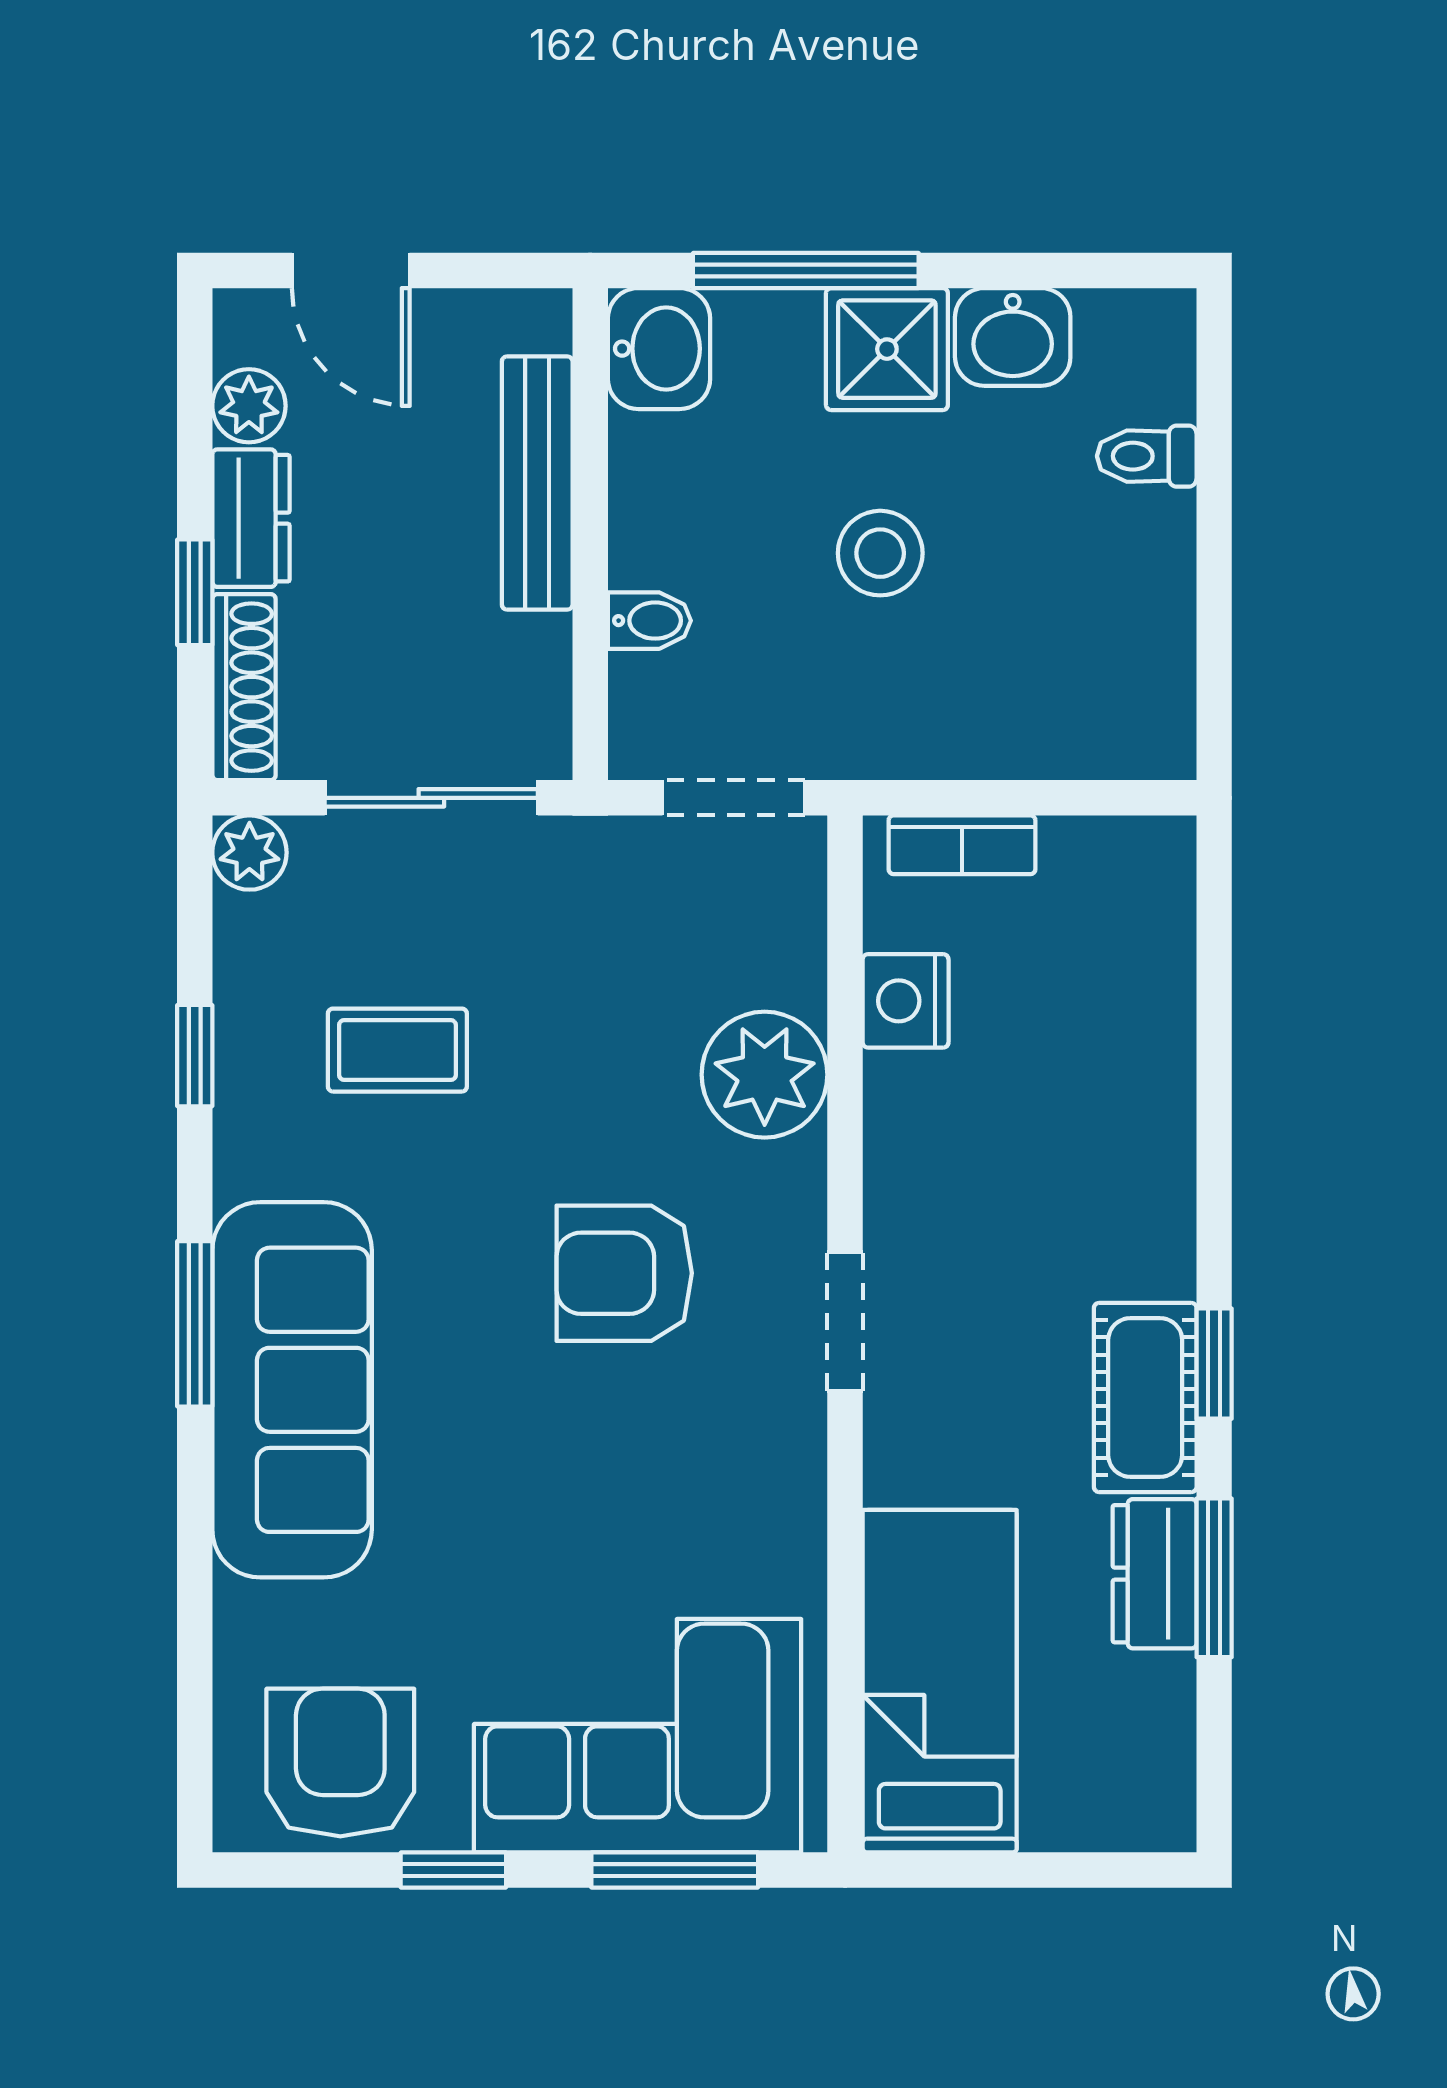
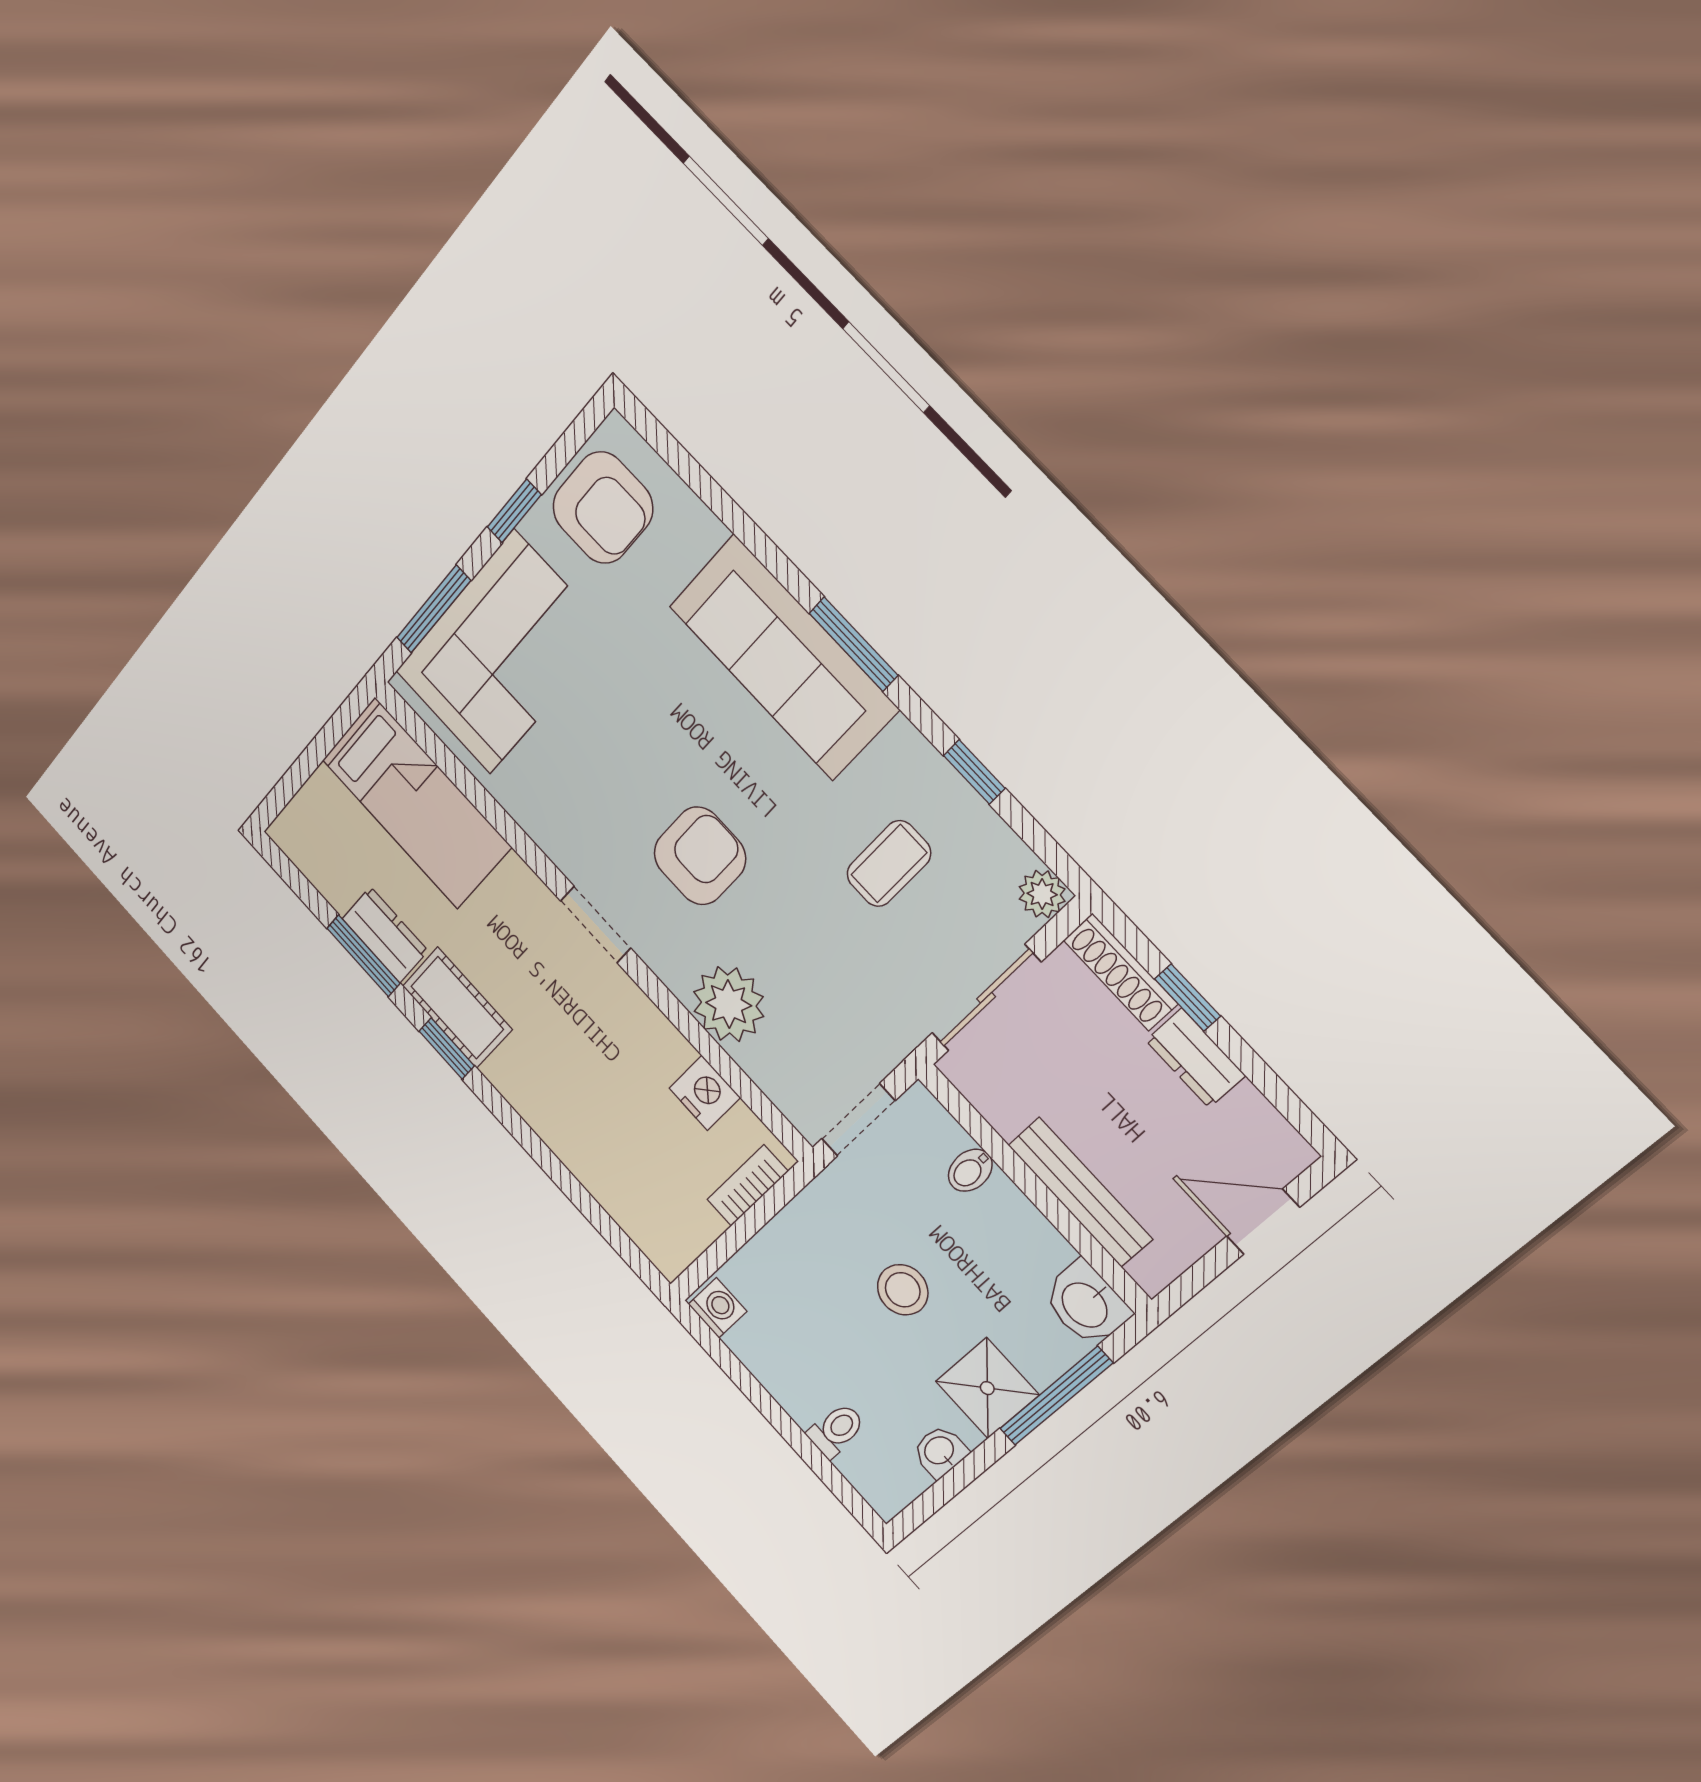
washbasin: (1013, 337) -> (940, 1451), width x0.72, depth x0.69
plant: (249, 406) -> (1249, 1113), removed
washing machine: (1159, 734) -> (718, 1308), added

